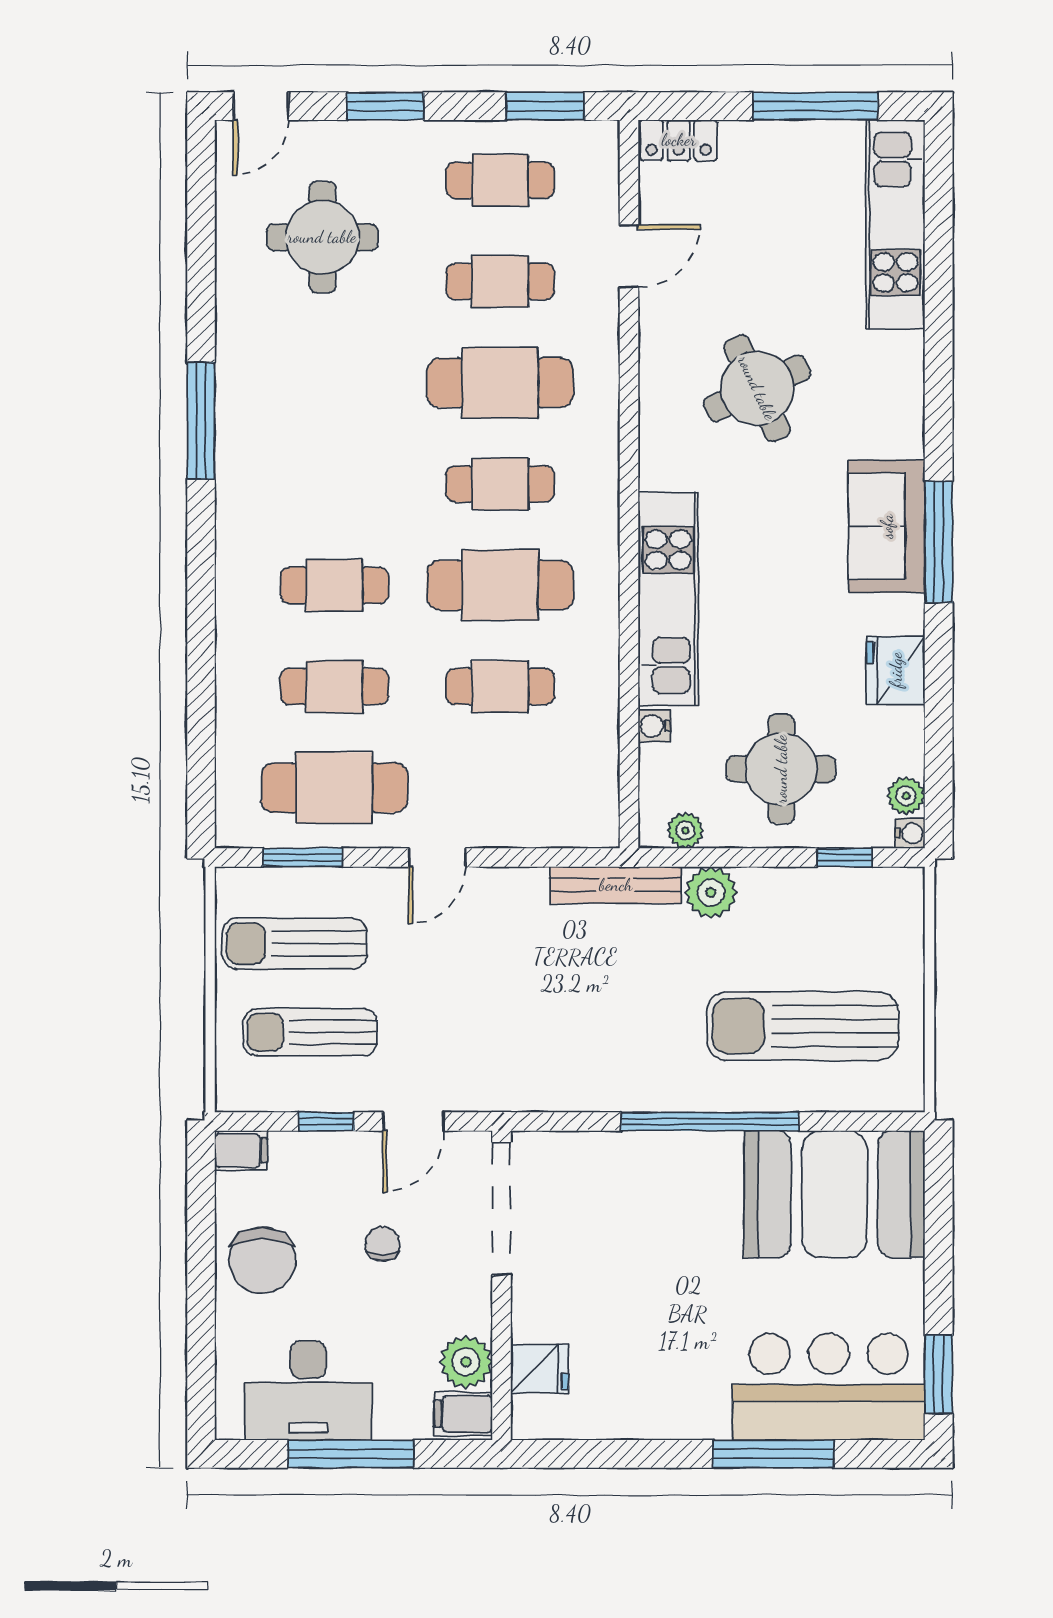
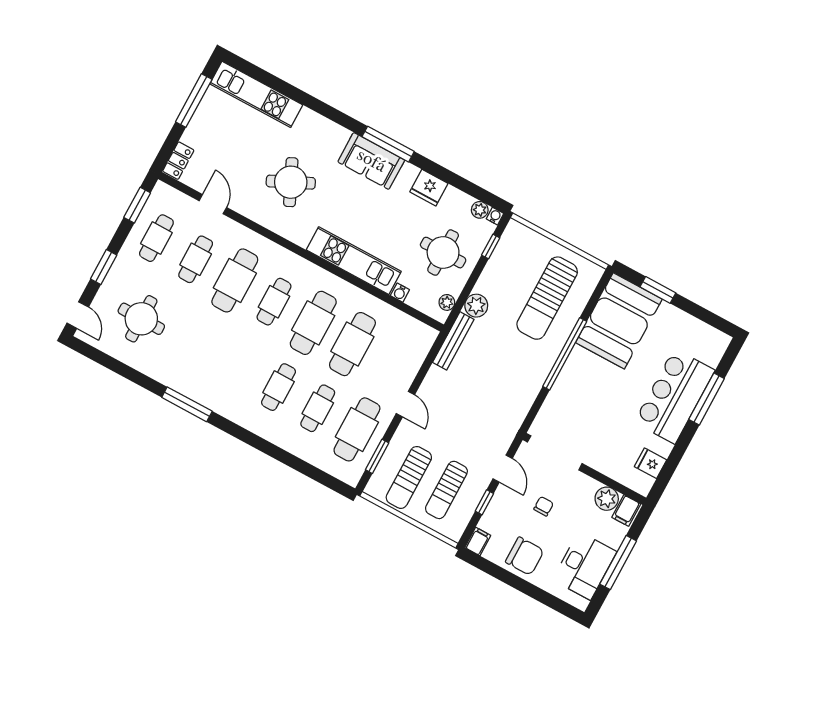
cafe table: (500, 687) -> (352, 344), width x1.37, depth x1.35
chair: (383, 1244) -> (544, 506), turned 90
fridge: (540, 1369) -> (651, 463), moved, turned -90
window: (939, 1374) -> (658, 290), moved
bar counter: (829, 1387) -> (674, 396), moved

